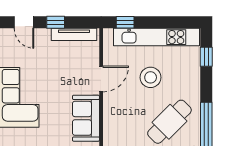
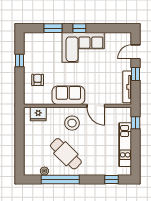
kitchen unit: (156, 37) -> (125, 145), width x0.73
stool: (151, 77) -> (72, 123), moved

